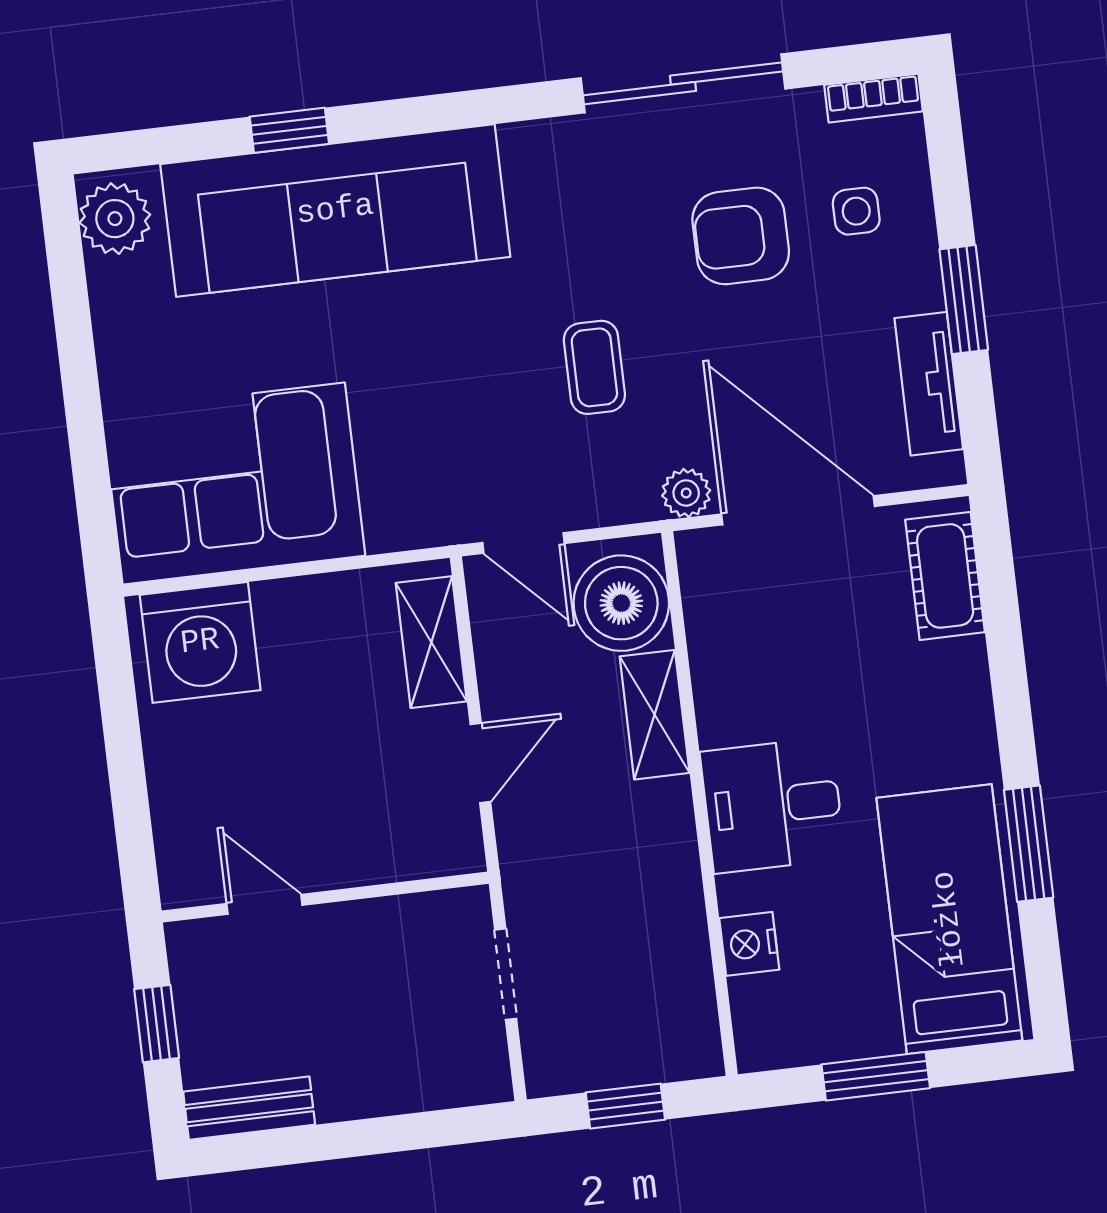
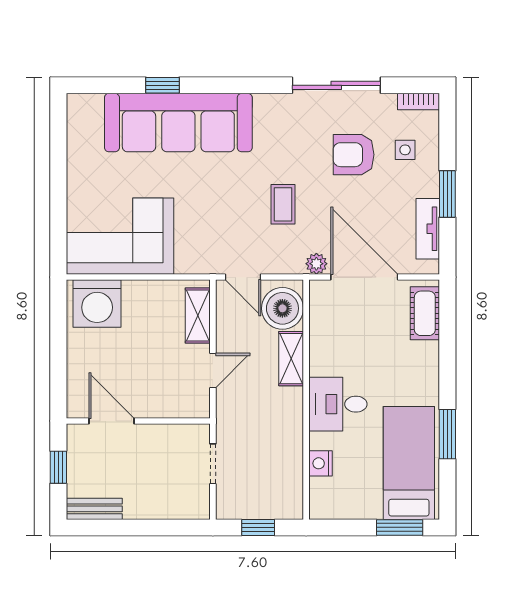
plant: (115, 219) -> (82, 115), removed
door: (264, 904) -> (111, 421), width x1.38
window: (876, 1076) -> (400, 527), moved

